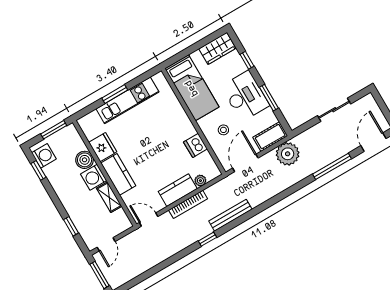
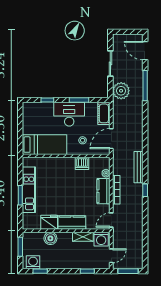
wardrobe: (217, 48) -> (29, 114), removed
plant: (288, 154) -> (121, 91), moved
door: (245, 163) -> (111, 139), hinge flipped
washing machine: (94, 177) -> (101, 239), moved
door: (106, 244) -> (111, 256), hinge flipped

